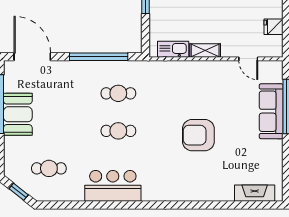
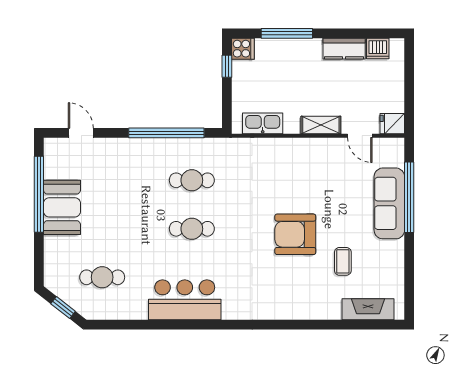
fridge: (273, 27) -> (392, 124), moved
shelving: (205, 51) -> (321, 125), moved
door: (32, 57) -> (81, 133), width x0.53
coffee table: (235, 156) -> (343, 261), added

